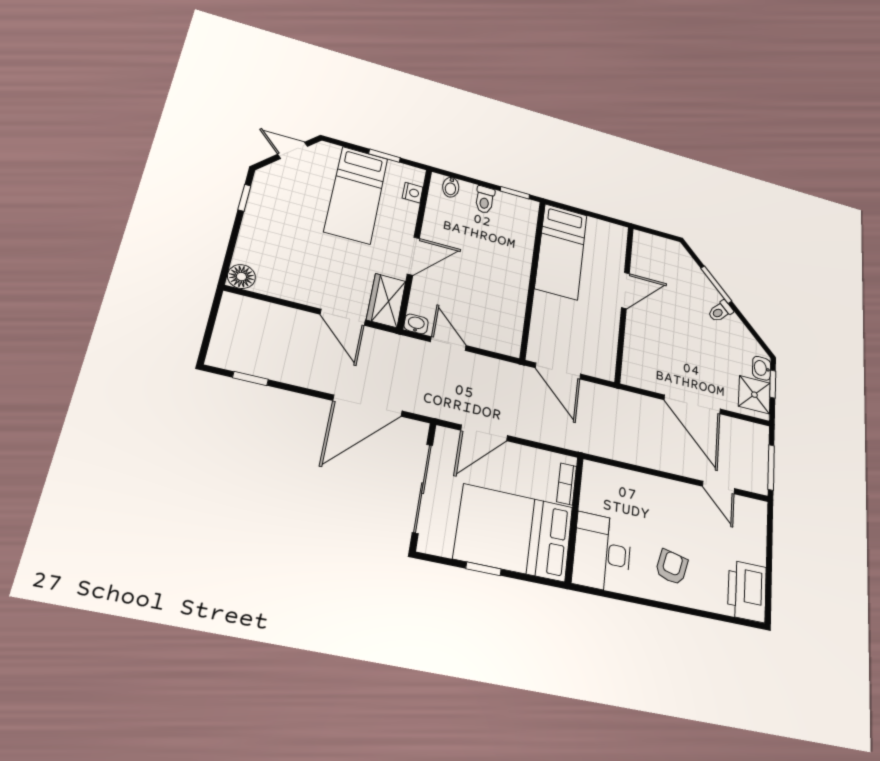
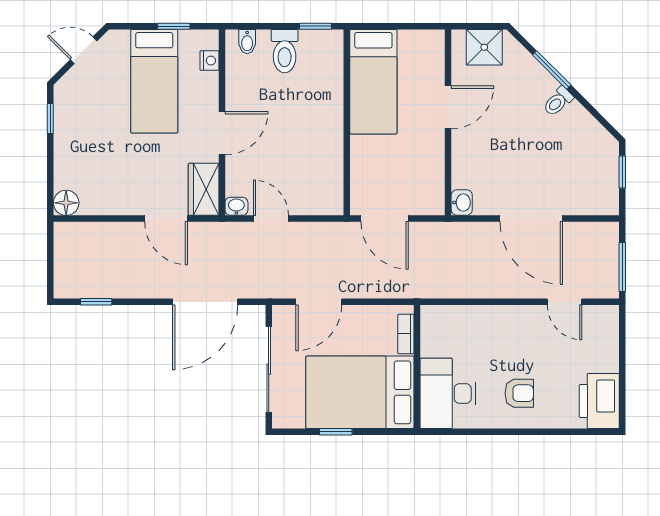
toilet: (485, 200) -> (285, 51), width x1.37, depth x1.39
washbasin: (762, 368) -> (462, 203), moved, turned 180
shower: (754, 395) -> (484, 47), moved
armchair: (672, 567) -> (519, 393), turned 77

